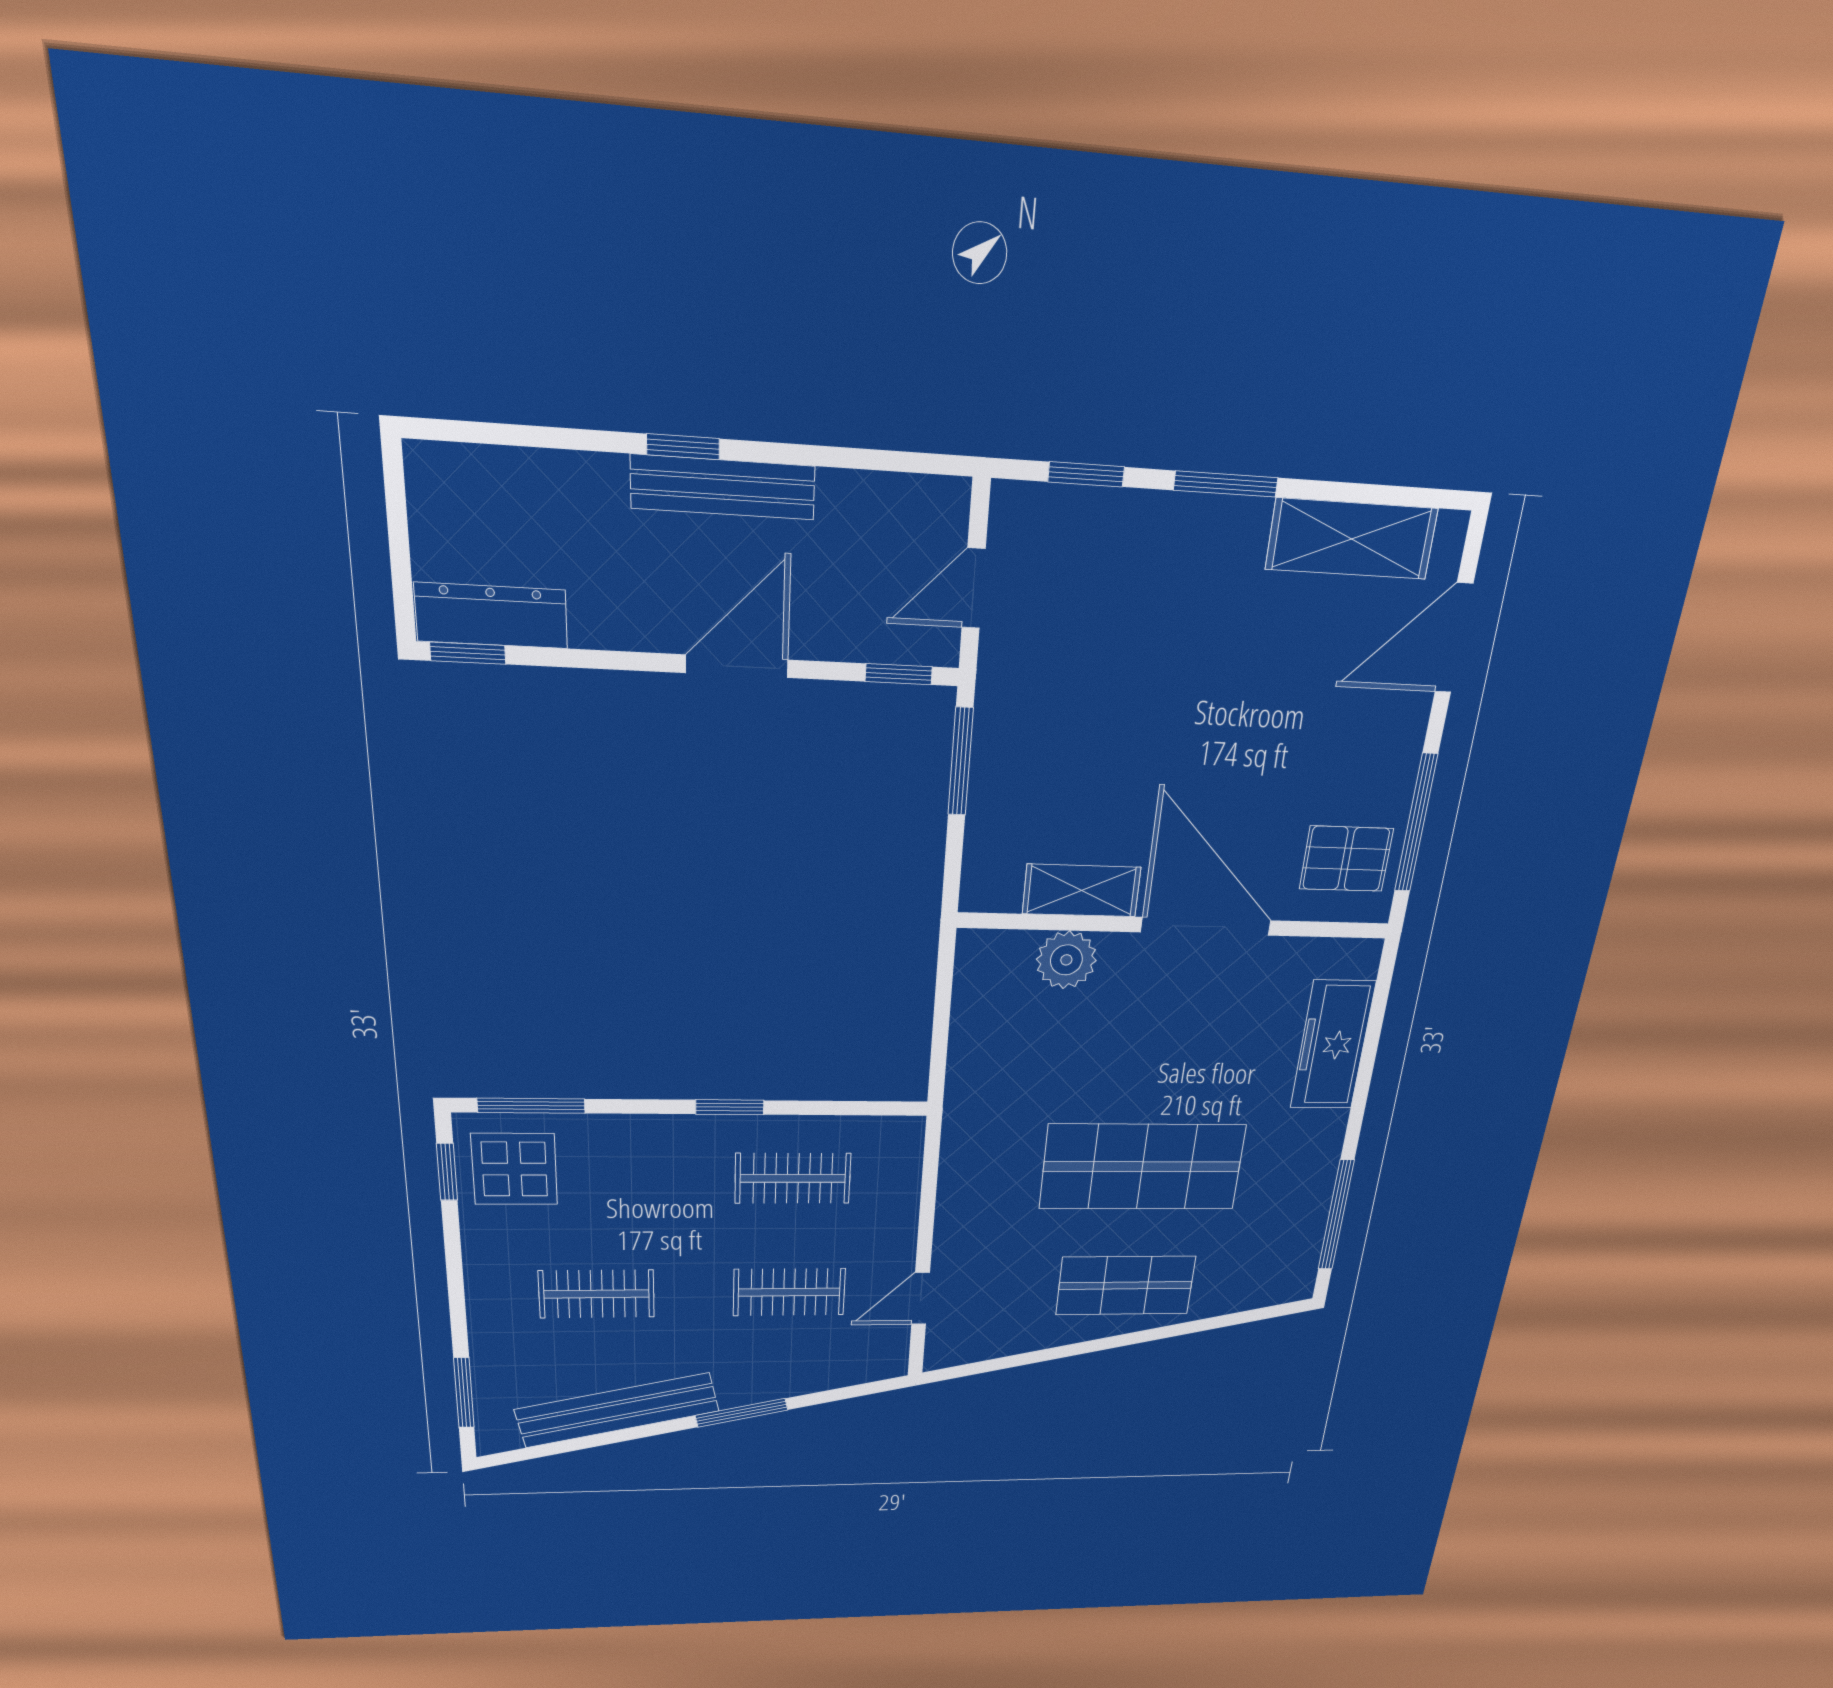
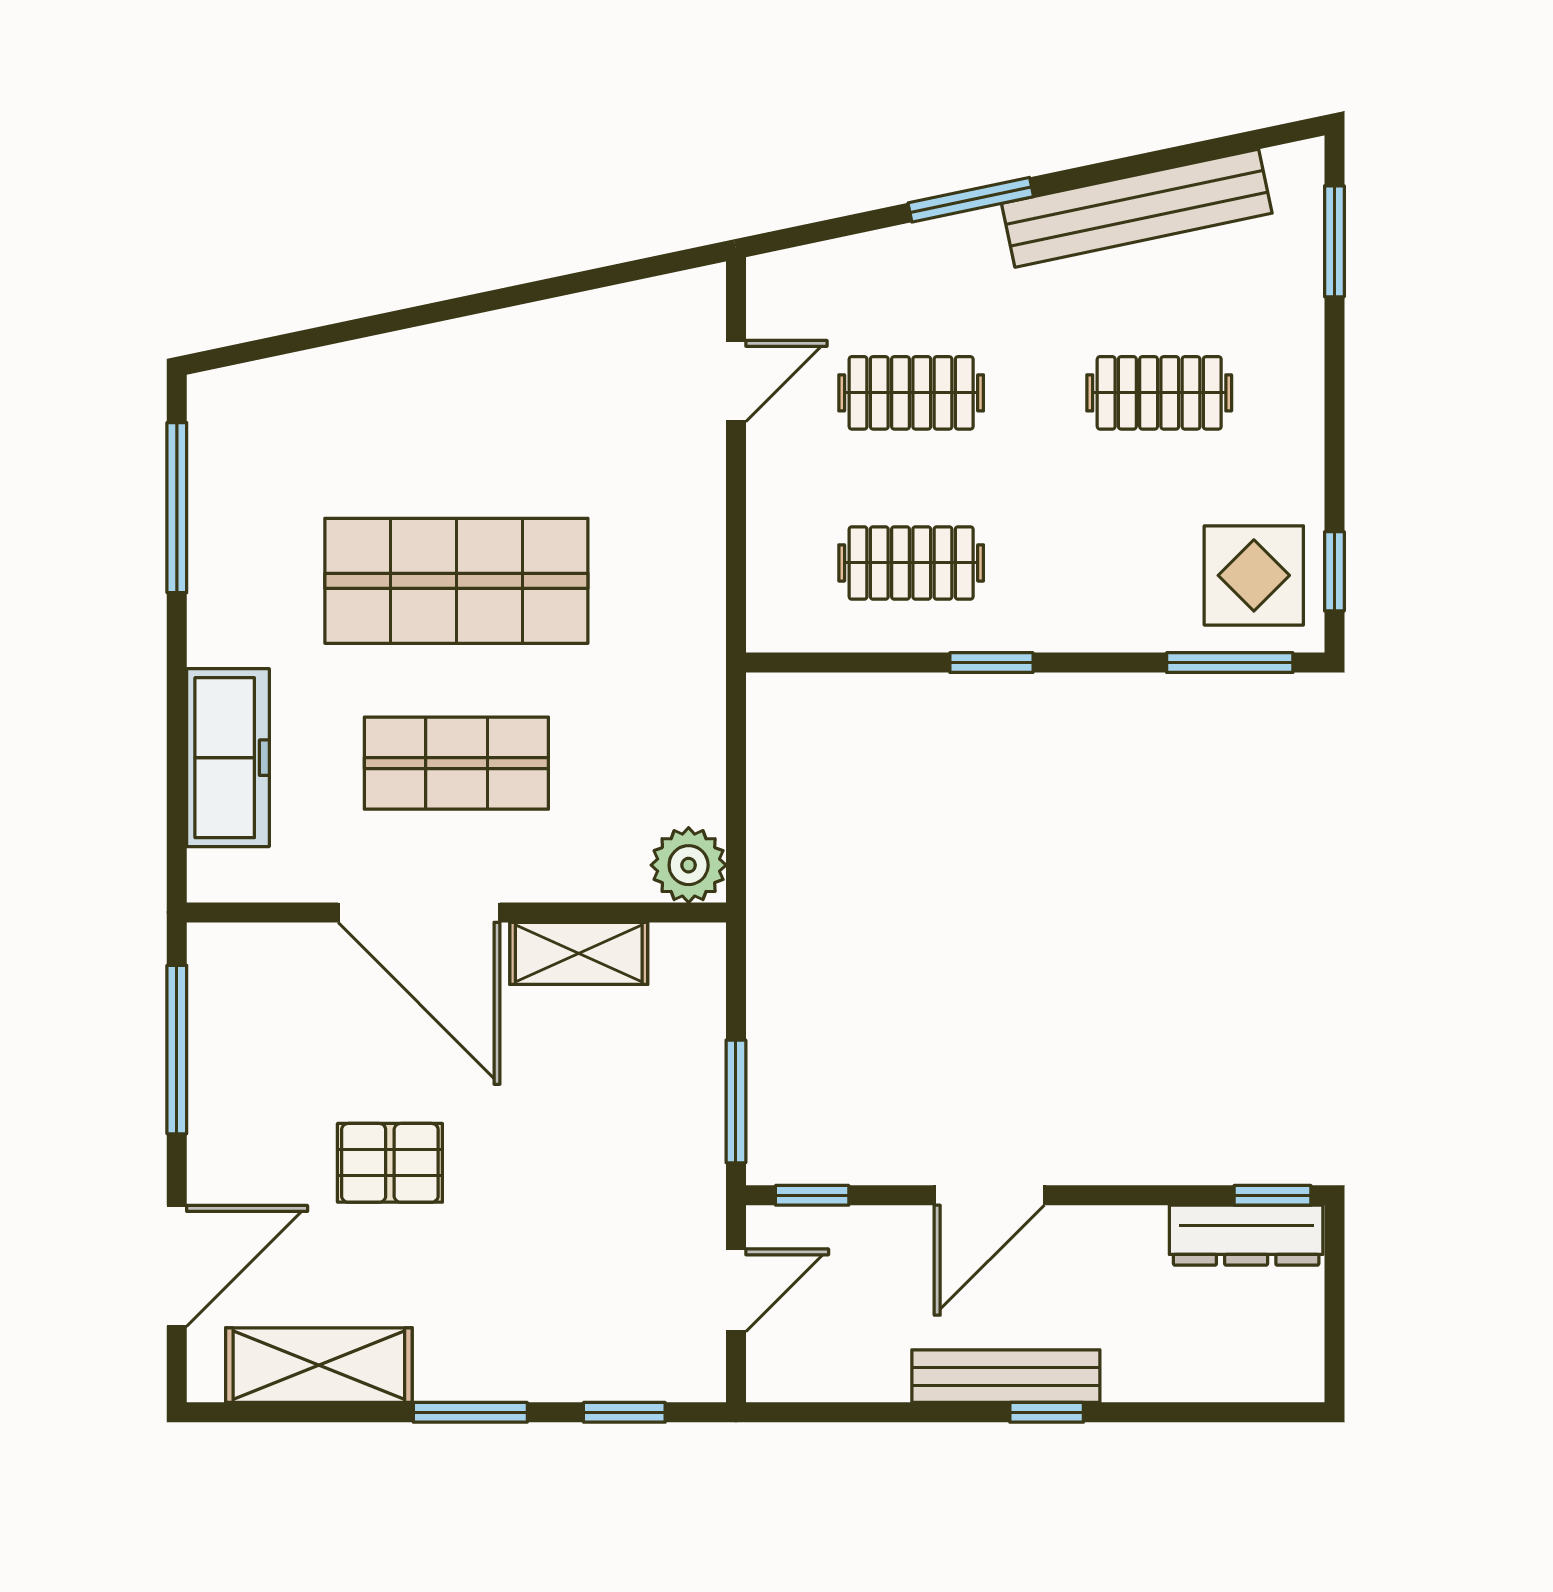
pallet: (1346, 859) -> (390, 1163), moved
plant: (1066, 960) -> (689, 865), moved
shop shelf: (1126, 1285) -> (456, 763), moved

